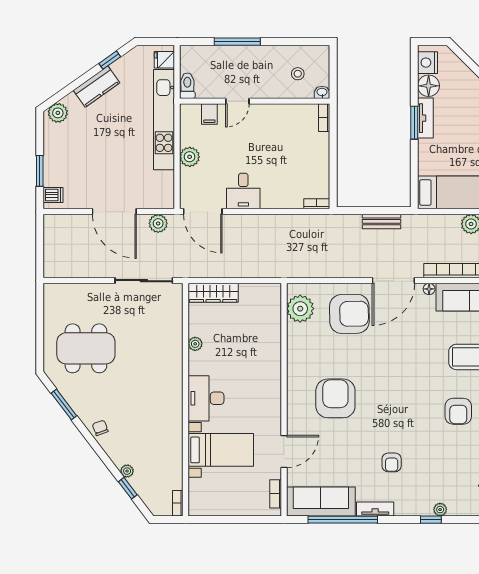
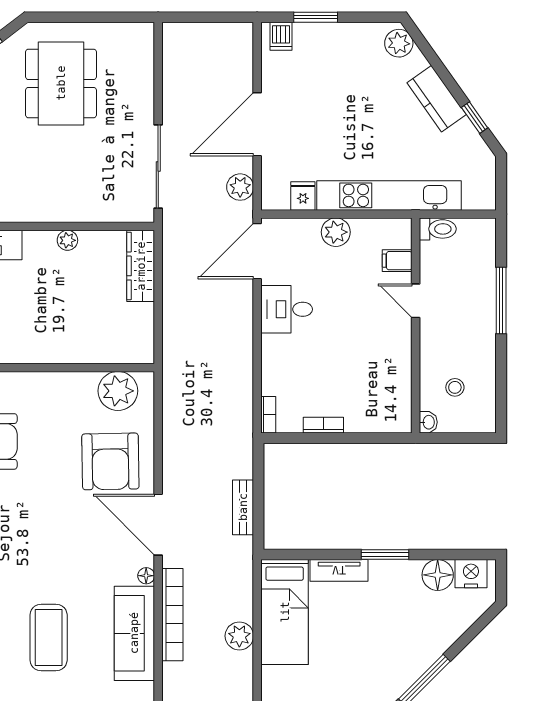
fridge: (164, 60) -> (303, 196), moved
bookcase: (324, 118) -> (323, 425), moved
tv unit: (425, 118) -> (339, 570), moved

